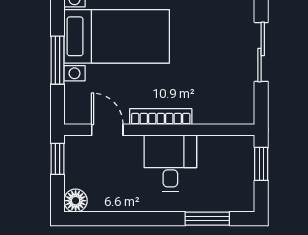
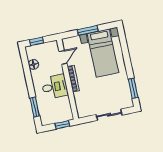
window: (58, 159) -> (37, 41), moved
floor lamp: (76, 201) -> (34, 64), moved

